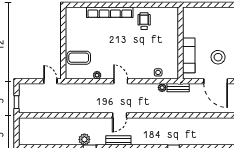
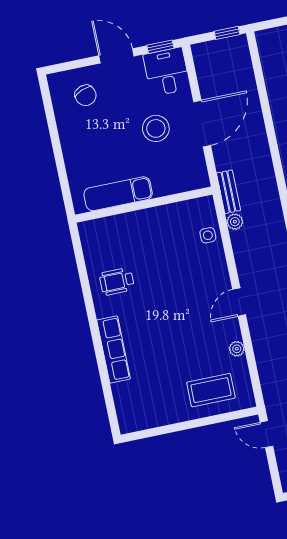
row of seats: (110, 12) -> (114, 349), width x0.73
exam couch: (189, 55) -> (118, 194), moved
coffee table: (79, 58) -> (211, 390), turned 90
door: (50, 81) -> (266, 434), hinge flipped

